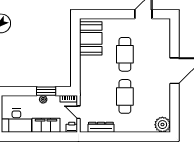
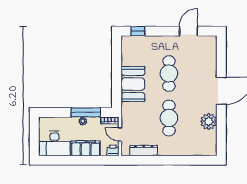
window: (95, 14) -> (138, 31), added
booth: (91, 38) -> (133, 84), moved
window: (46, 91) -> (86, 112), width x1.44
plant: (162, 125) -> (209, 121), moved

